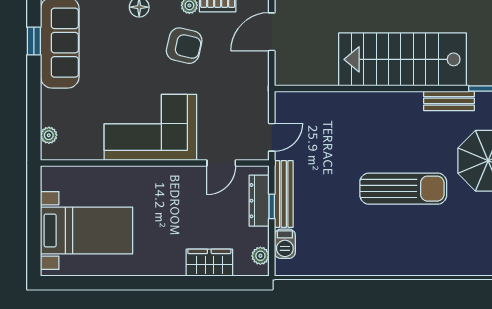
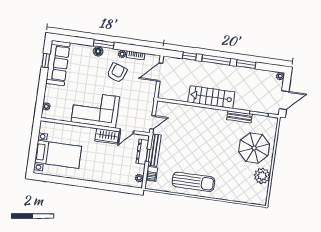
armchair: (184, 46) -> (117, 73), turned -84
stairs: (403, 59) -> (211, 97), width x0.73, depth x0.66
sun lounger: (403, 189) -> (193, 182), moved
wardrobe: (209, 263) -> (107, 136), moved, turned 180

